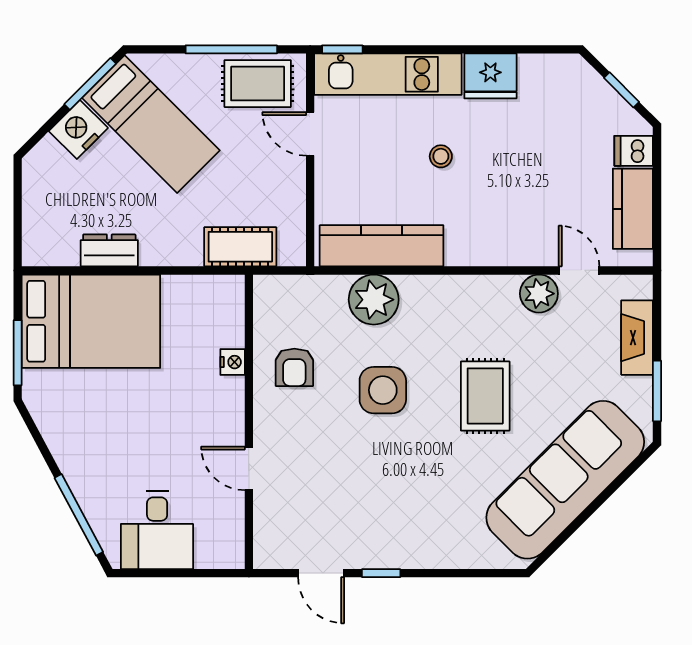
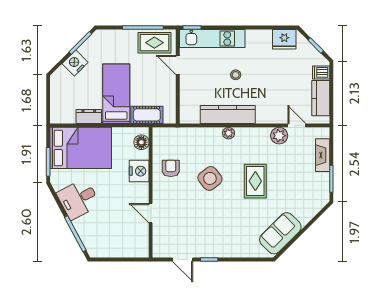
fridge: (490, 76) -> (284, 39), moved
bed: (151, 124) -> (116, 94), moved, turned -135
kitchen counter: (382, 246) -> (228, 114), moved
plant: (374, 300) -> (228, 133), moved, width x0.53, depth x0.53
floor lamp: (228, 308) -> (141, 142), added
nightstand: (233, 362) -> (139, 171), width x1.89, depth x1.79
armchair: (294, 367) -> (171, 168), turned 180
side table: (383, 390) -> (210, 178), turned -38
sofa: (565, 480) -> (280, 233), width x0.54, depth x0.79
desk: (157, 530) -> (78, 199), moved, turned 62

